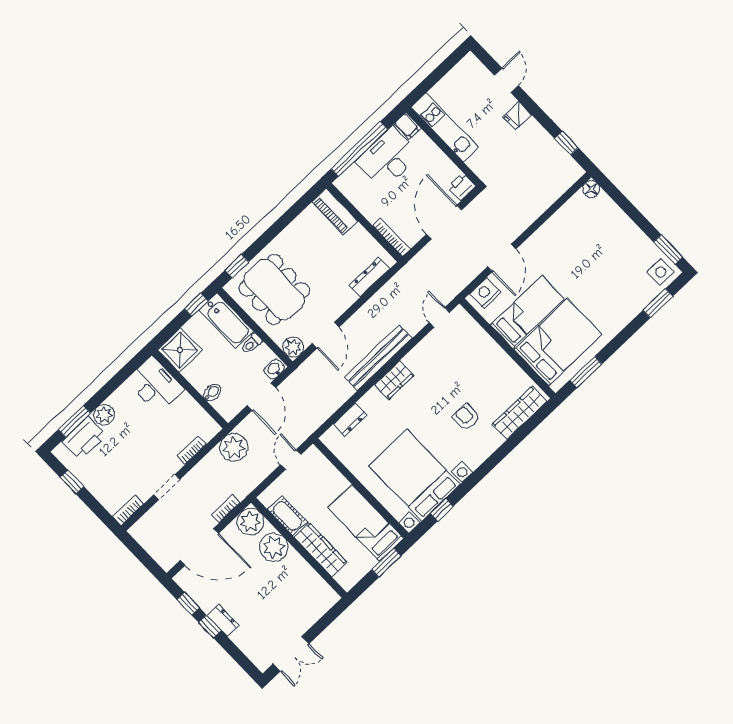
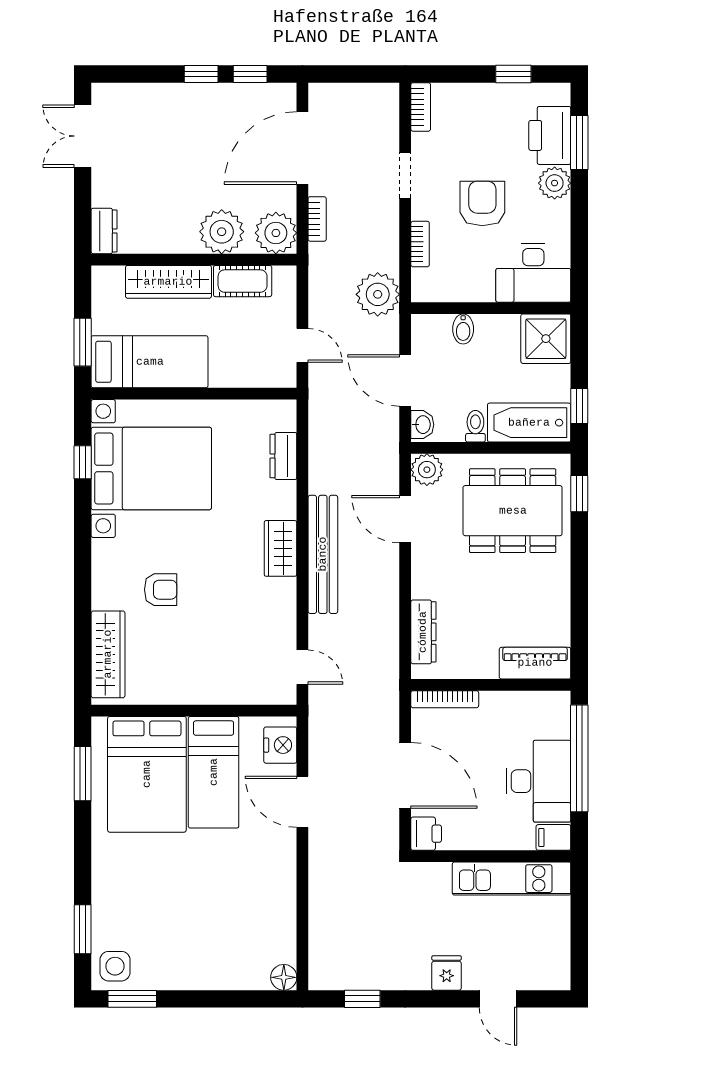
armchair: (145, 439) -> (482, 203), added
dresser: (223, 620) -> (104, 231), moved, turned -90

